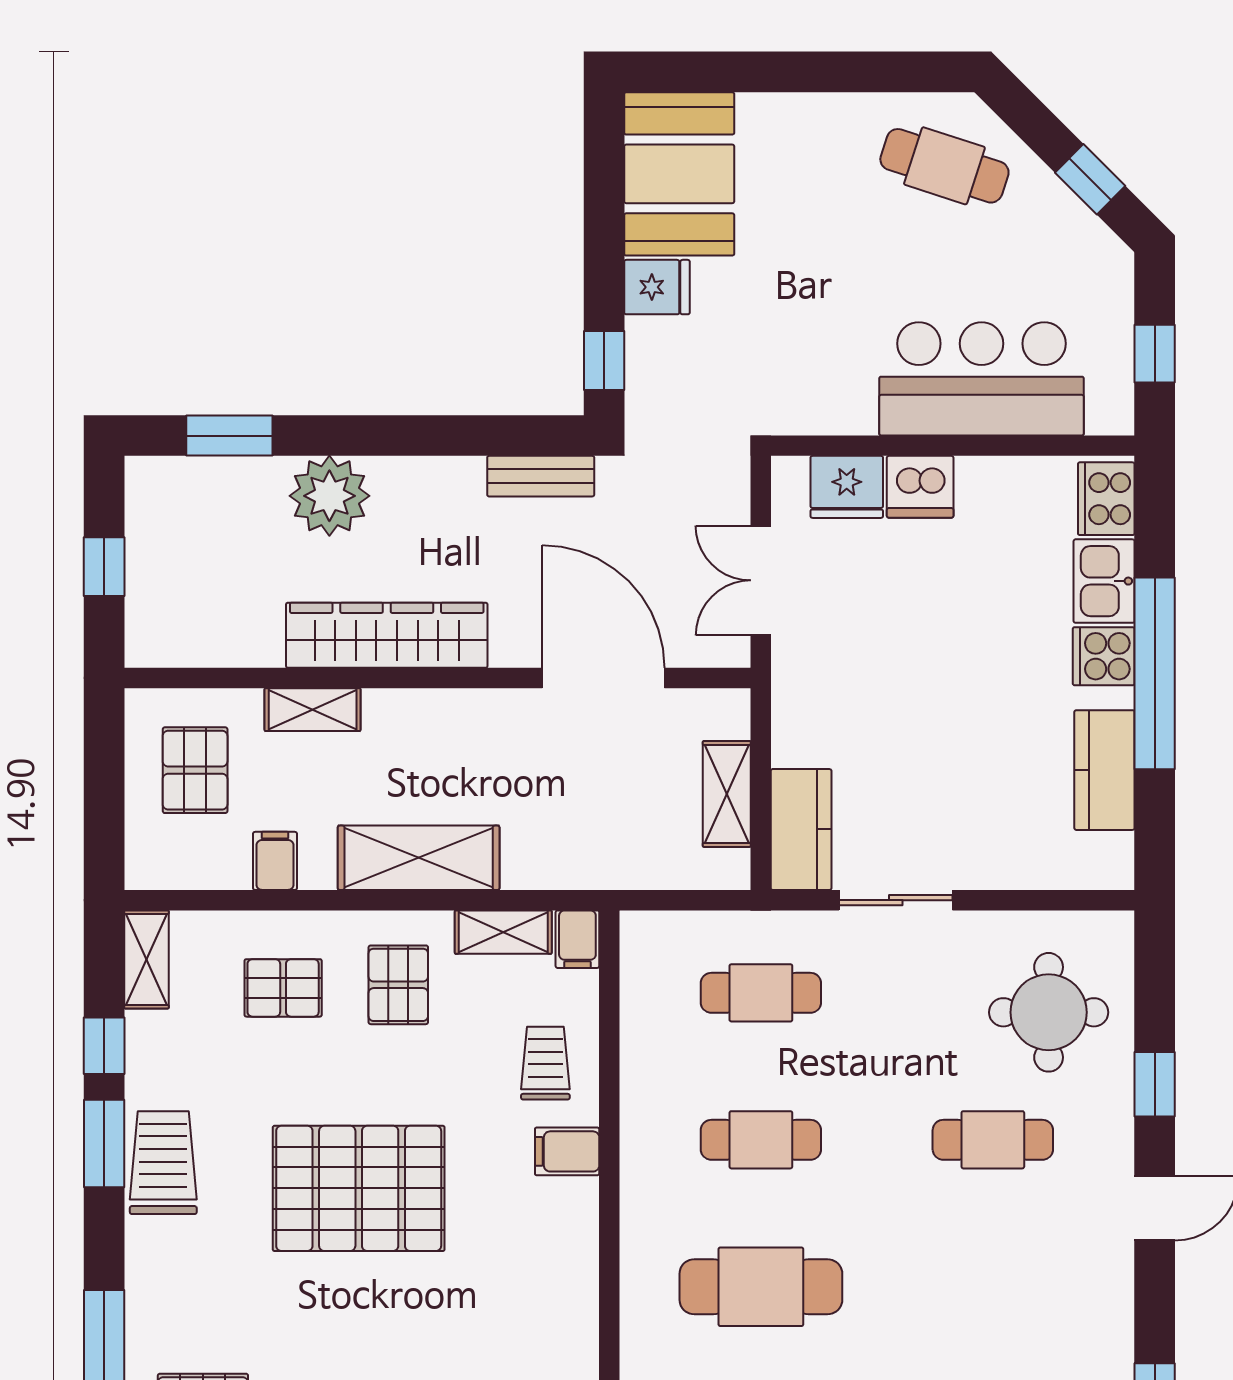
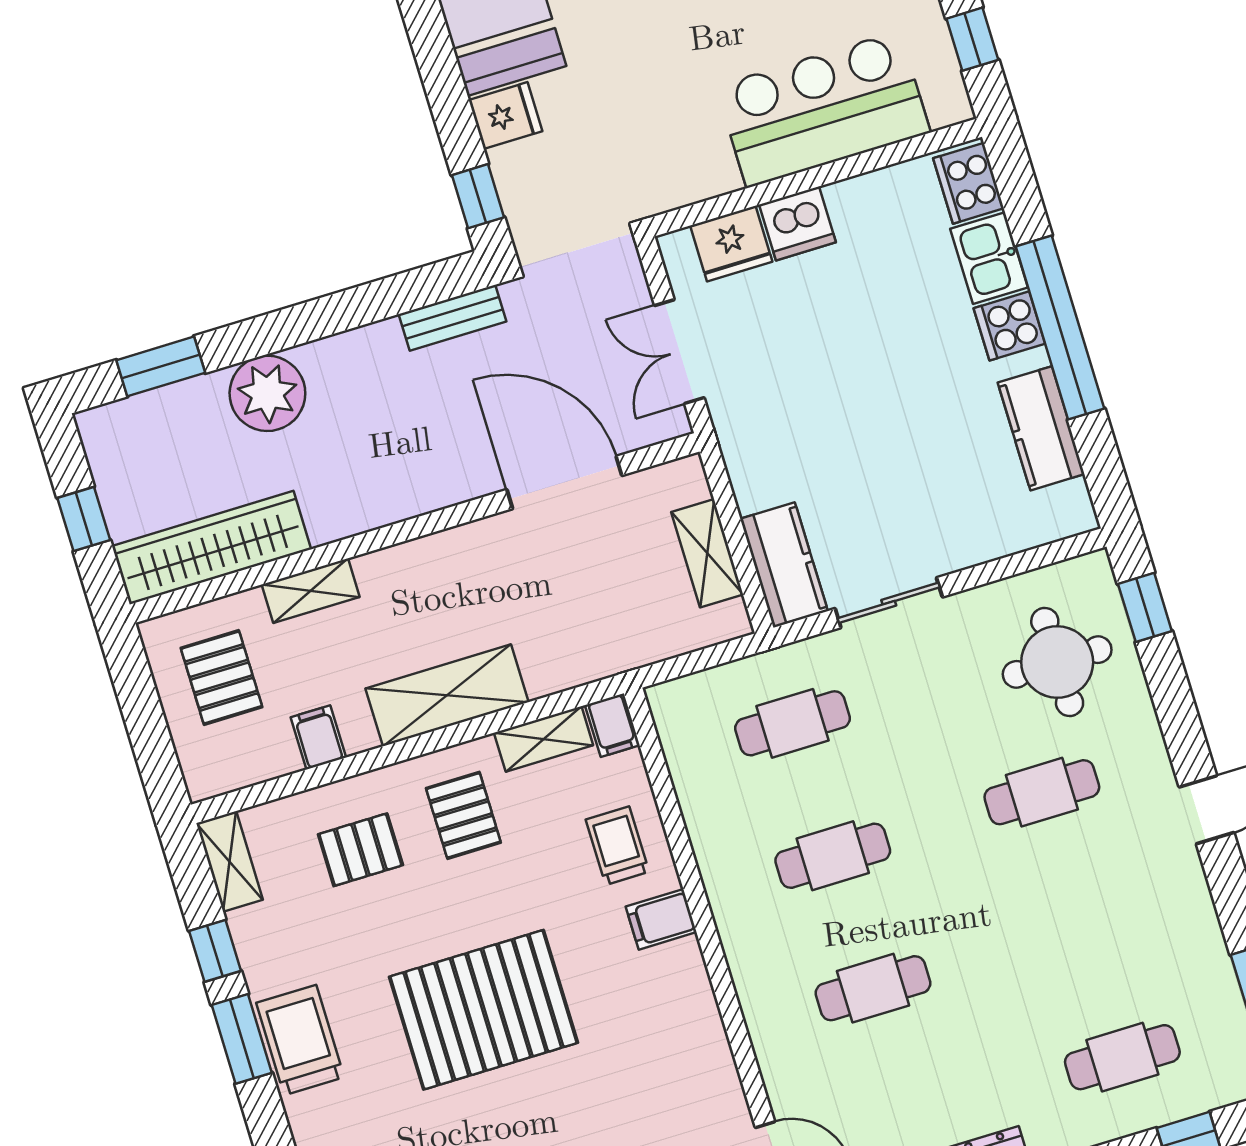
wardrobe: (387, 635) -> (212, 548), moved
window: (1155, 1084) -> (1145, 607), moved
cafe table: (761, 1287) -> (873, 988), width x0.73, depth x0.74

